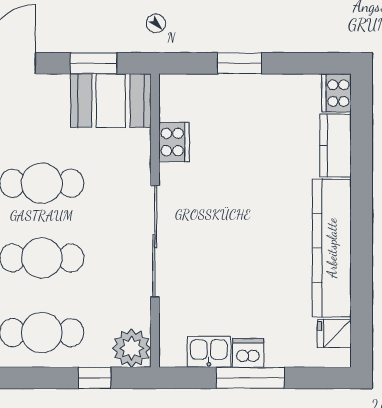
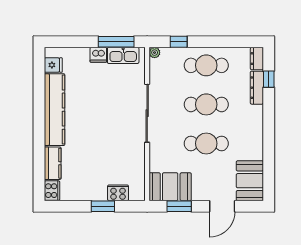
cooker: (174, 142) -> (118, 193), moved, turned 90
plant: (132, 348) -> (155, 53), width x0.53, depth x0.53
kitchen sink: (209, 352) -> (123, 55), width x1.38
window: (250, 378) -> (116, 42), moved

